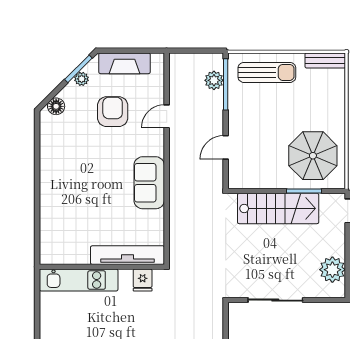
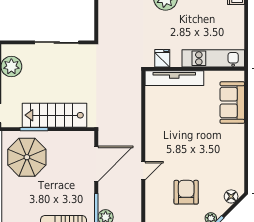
armchair: (113, 112) -> (186, 192), turned 180
door: (167, 116) -> (143, 171), moved
door: (226, 147) -> (96, 164), width x1.87
sofa: (149, 183) -> (232, 103), moved, turned 180

